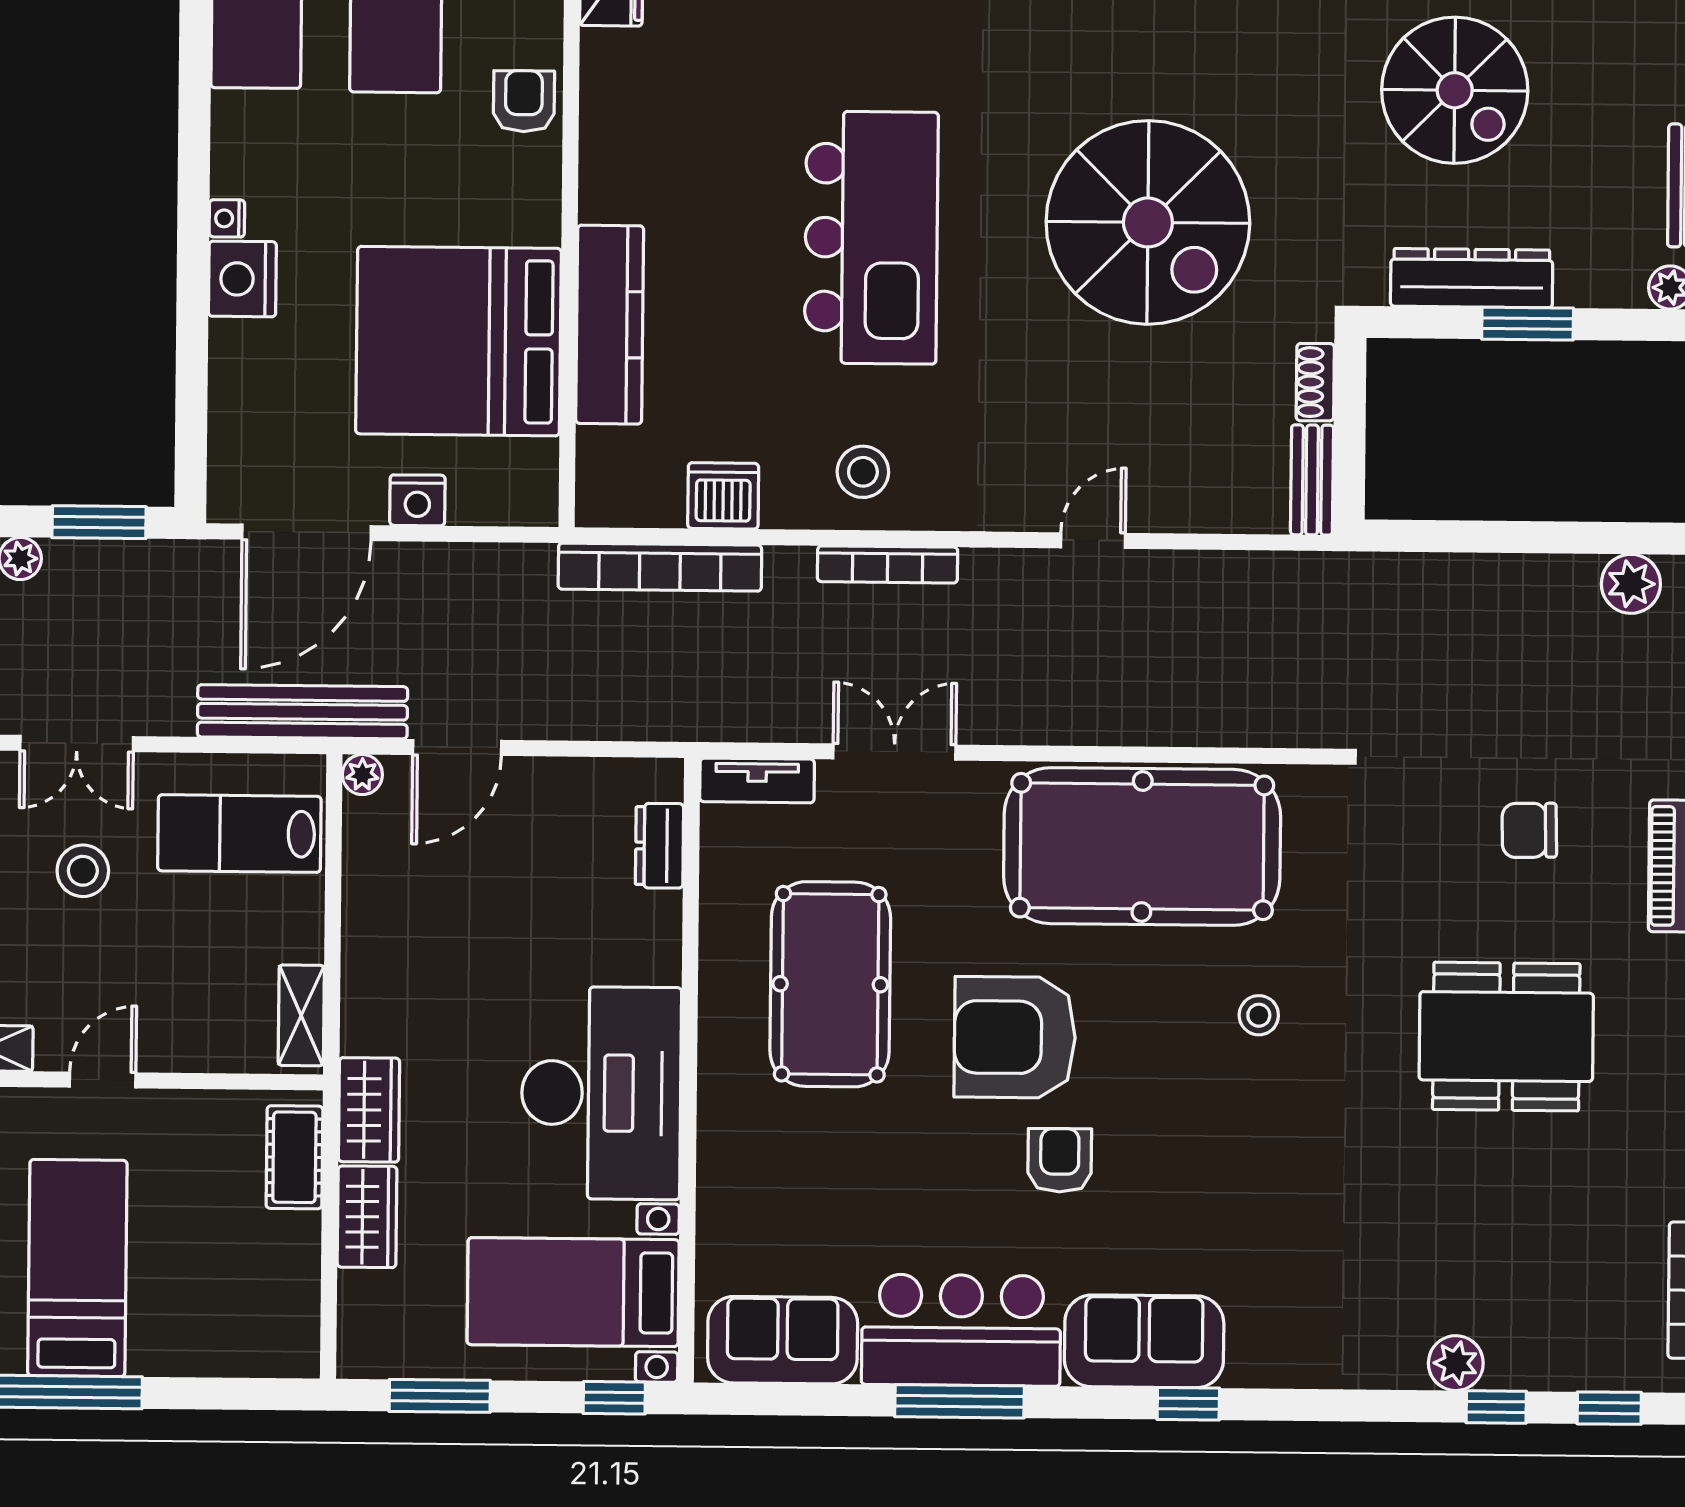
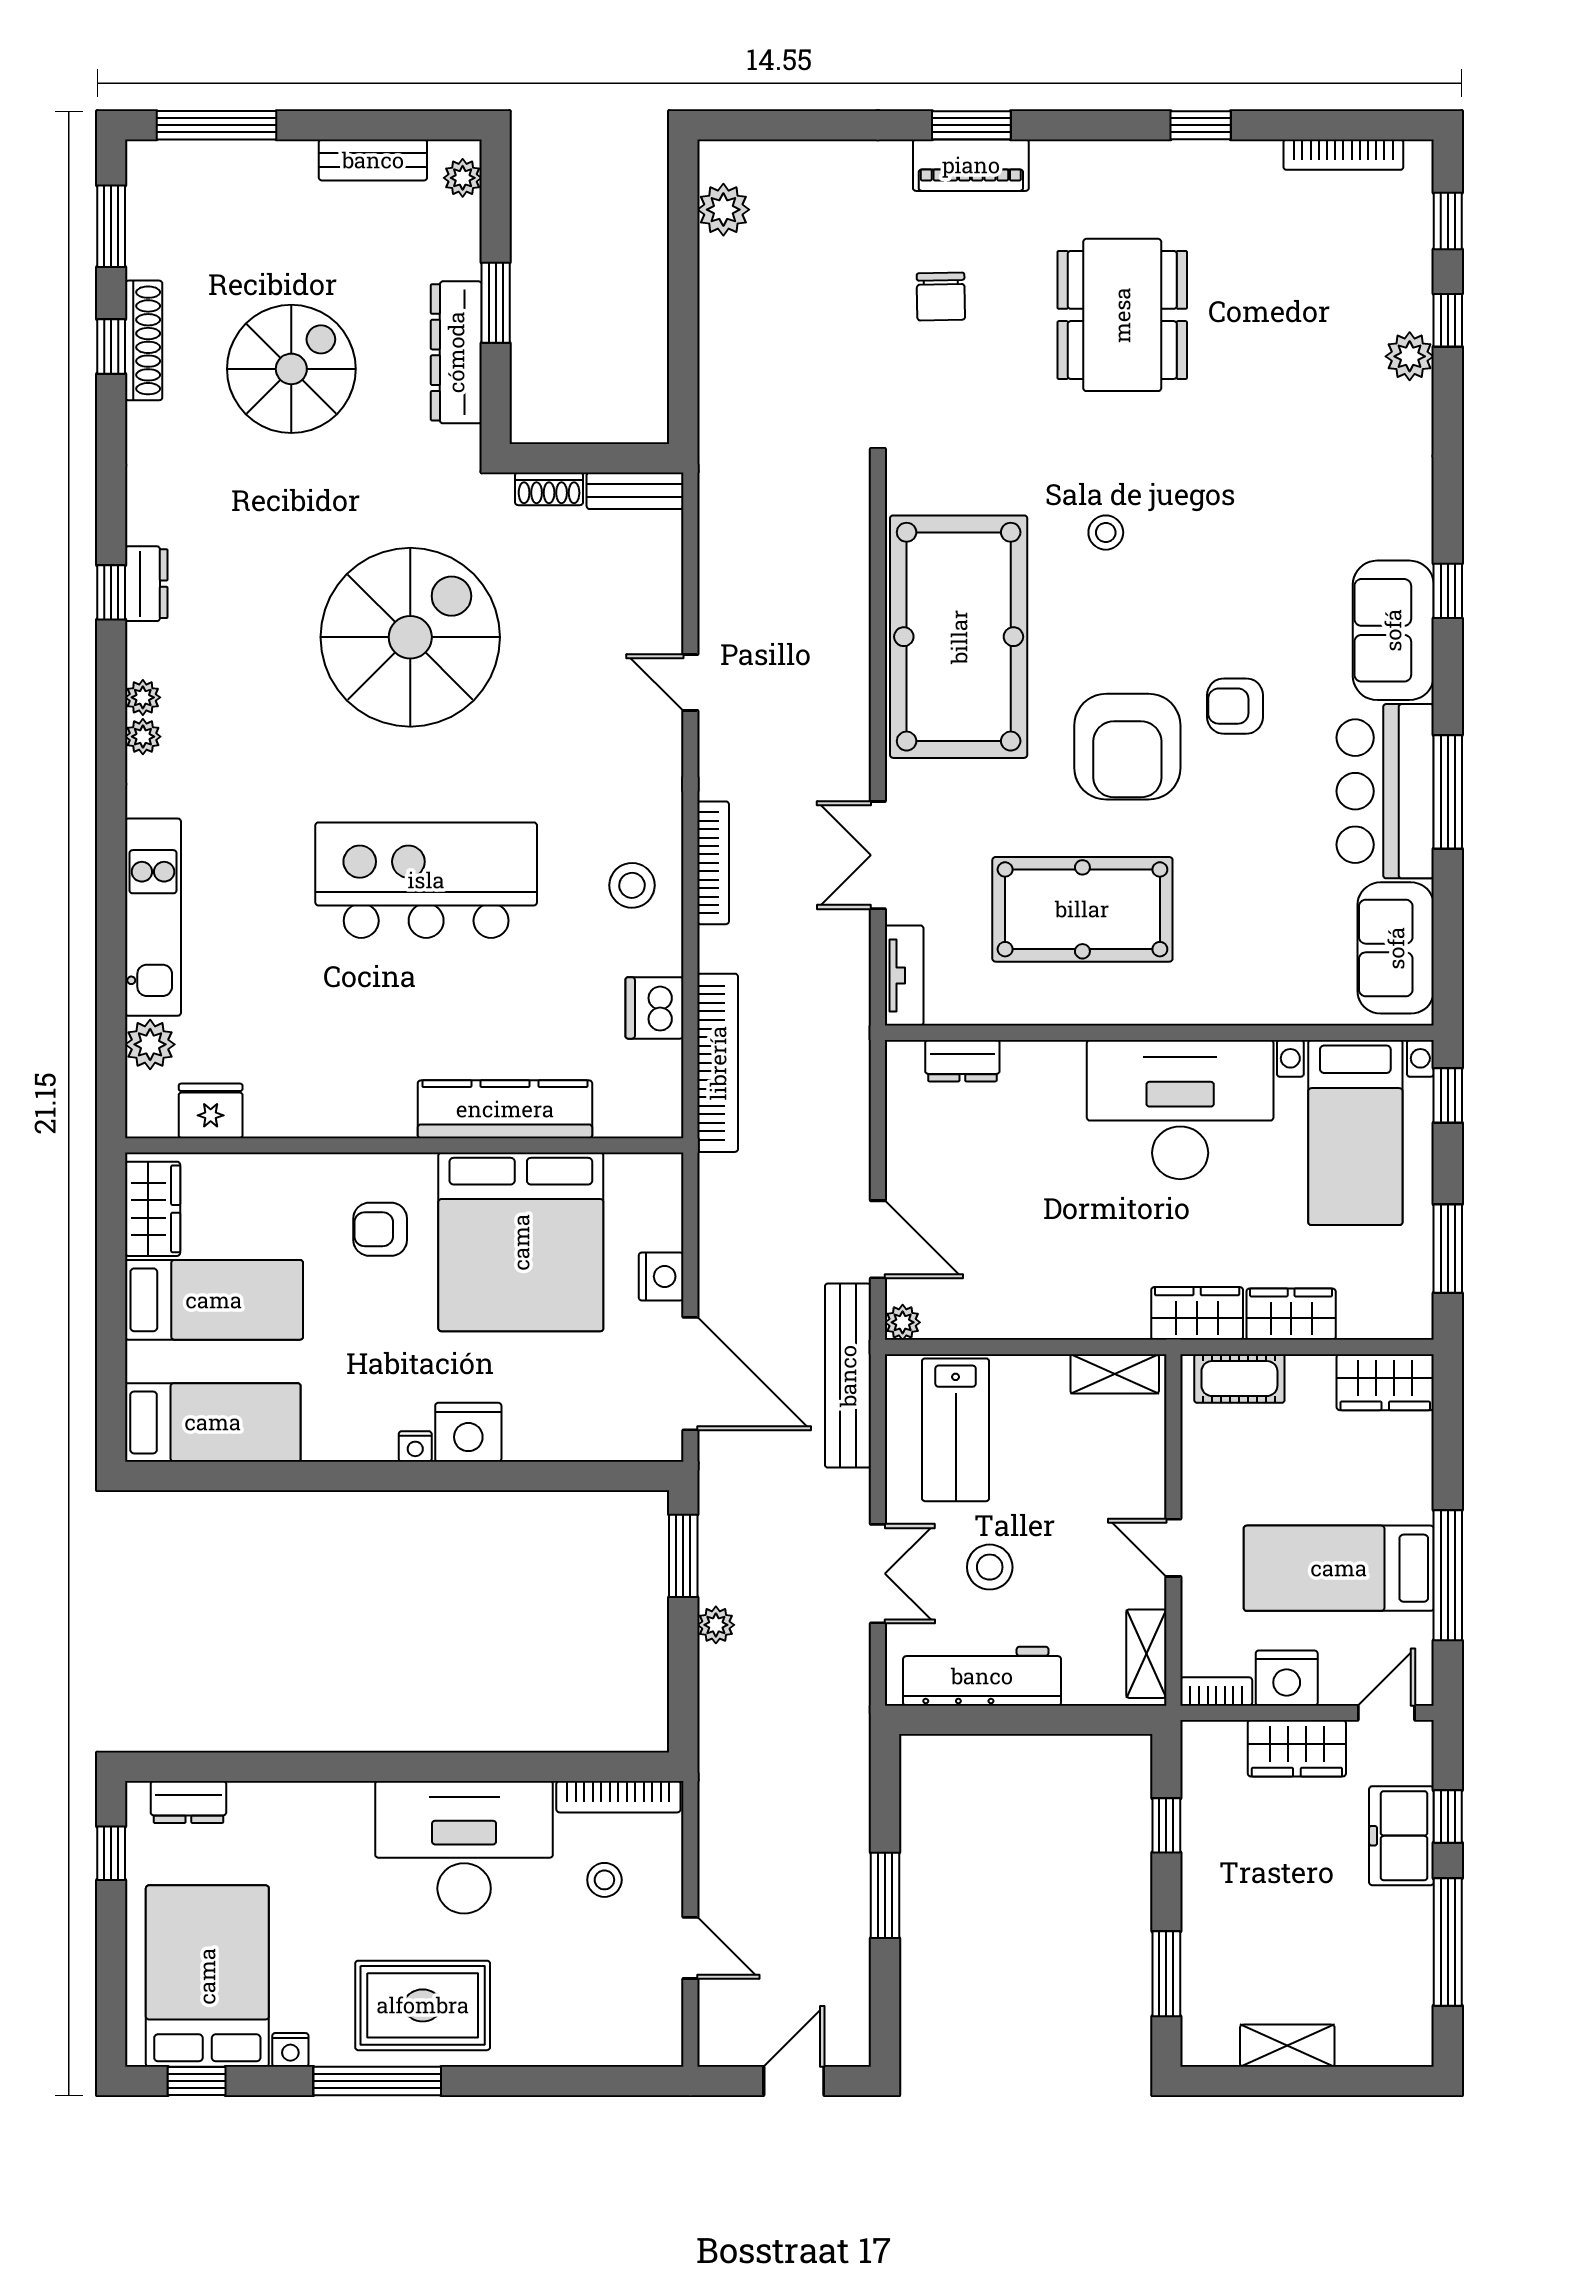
armchair: (524, 101) -> (380, 1229), moved
wardrobe: (289, 1323) -> (1385, 1382), added

